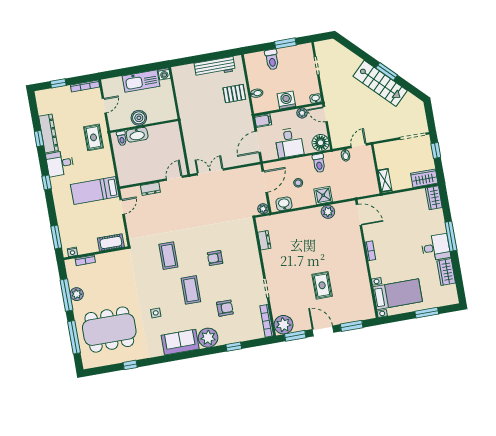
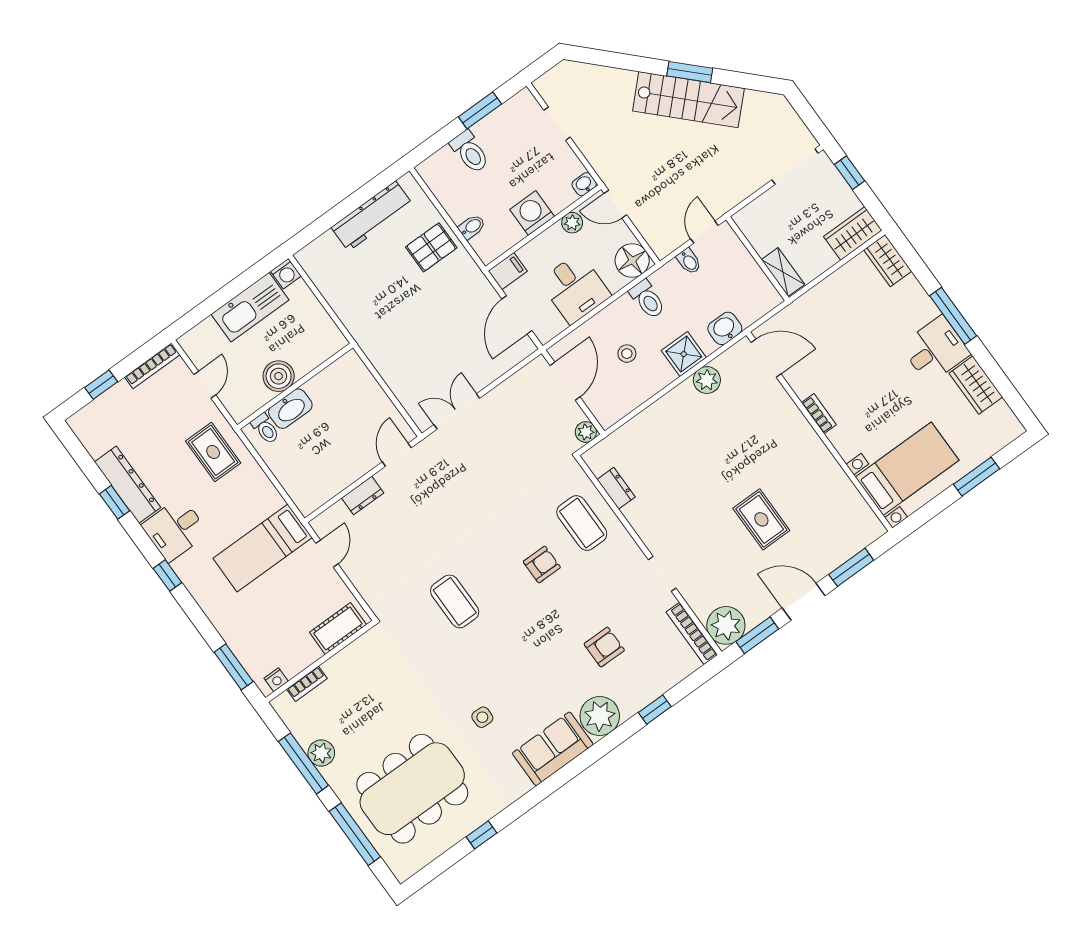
washbasin: (284, 204) -> (725, 328), moved
armchair: (215, 258) -> (542, 564), turned 180
coffee table: (191, 290) -> (582, 523), moved

